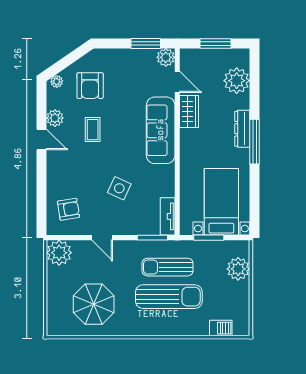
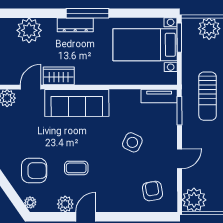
window: (209, 238) -> (179, 38), moved

